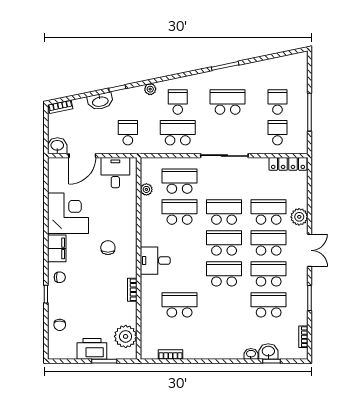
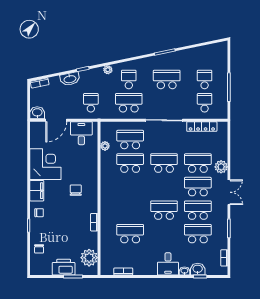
locker: (288, 164) -> (202, 126), moved
school desk: (224, 243) -> (164, 187), removed
desk: (155, 261) -> (168, 264), moved, turned -90

